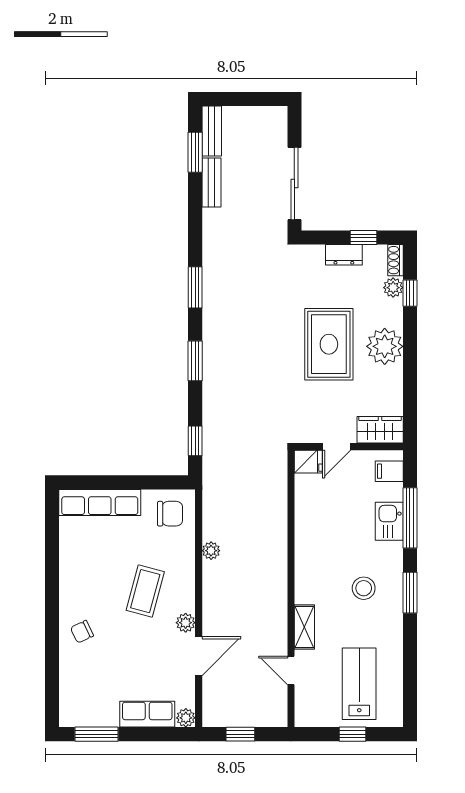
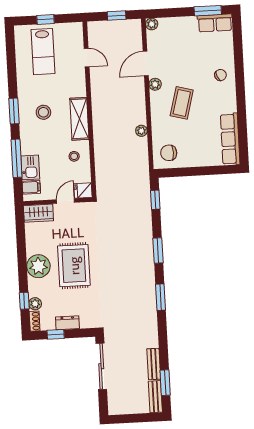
row of seats: (100, 503) -> (230, 139), moved, turned -90
stool: (319, 516) -> (74, 156), added
kitchen sink: (389, 521) -> (30, 167), moved
shelving: (304, 627) -> (79, 119), moved, width x1.50, depth x1.33
row of seats: (147, 714) -> (215, 23), moved

